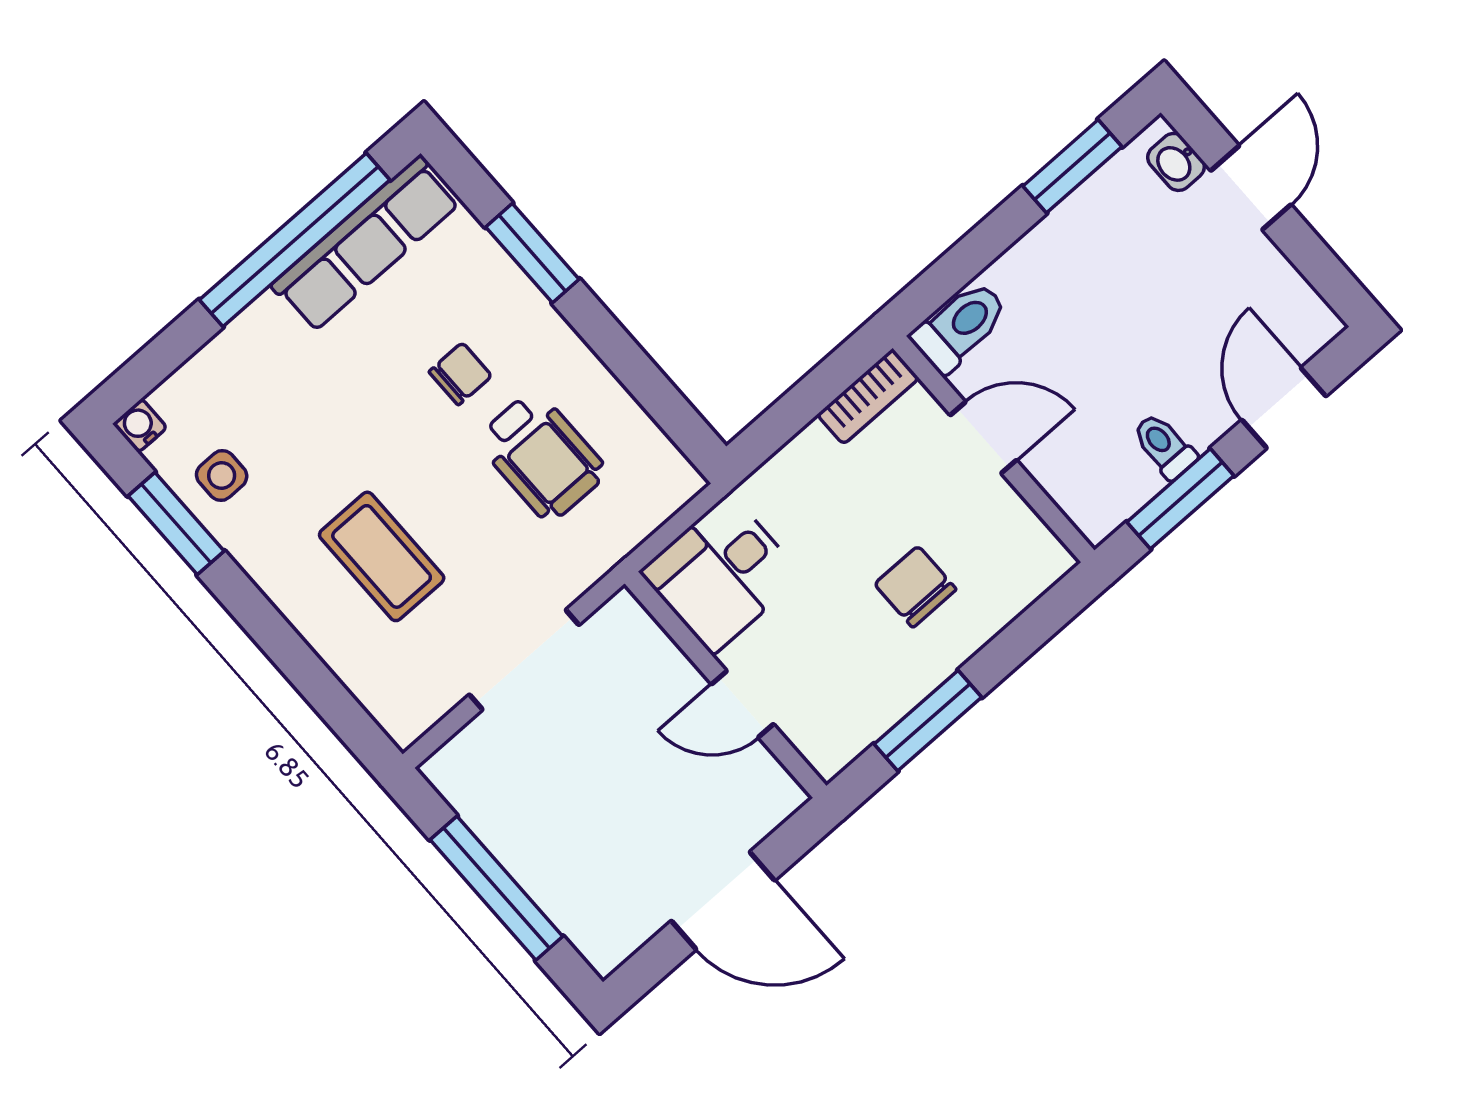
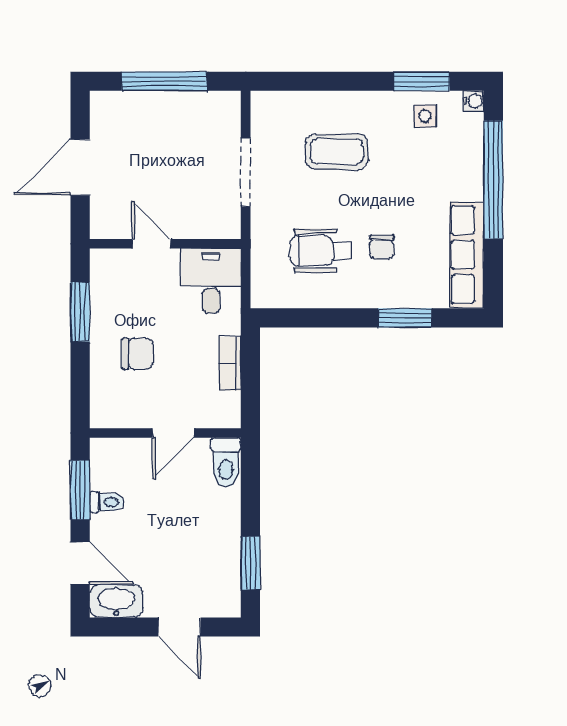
washbasin: (1176, 162) -> (116, 601), moved, width x1.91, depth x1.45
window: (295, 240) -> (493, 180), moved
bookcase: (868, 396) -> (230, 364), moved
door: (743, 704) -> (152, 244), hinge flipped

